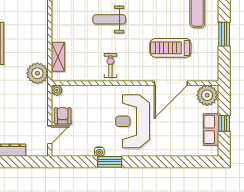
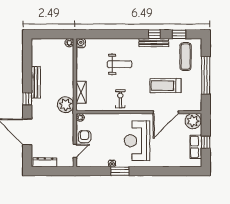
weight bench: (109, 19) -> (120, 64), turned 180
window: (224, 34) -> (206, 75), width x2.11

